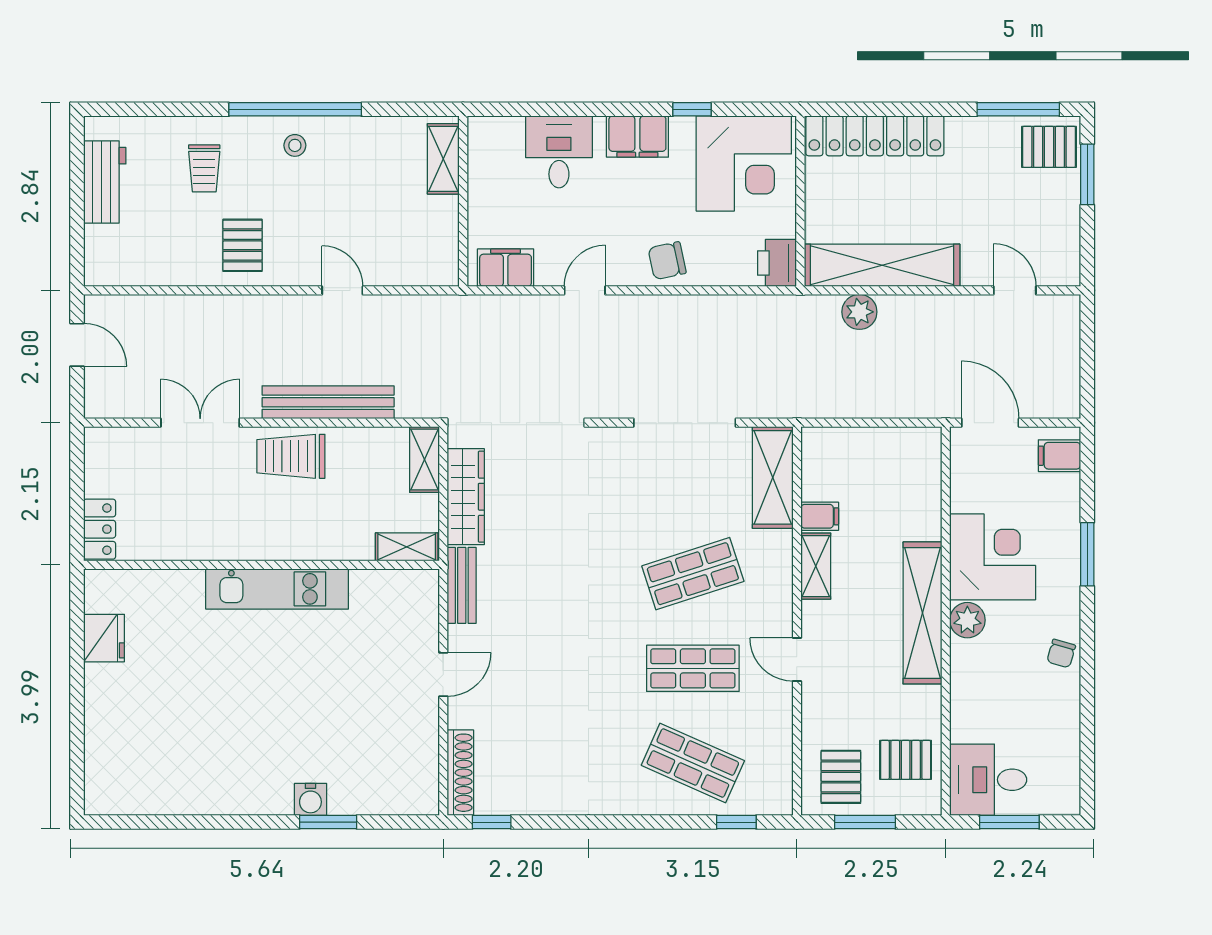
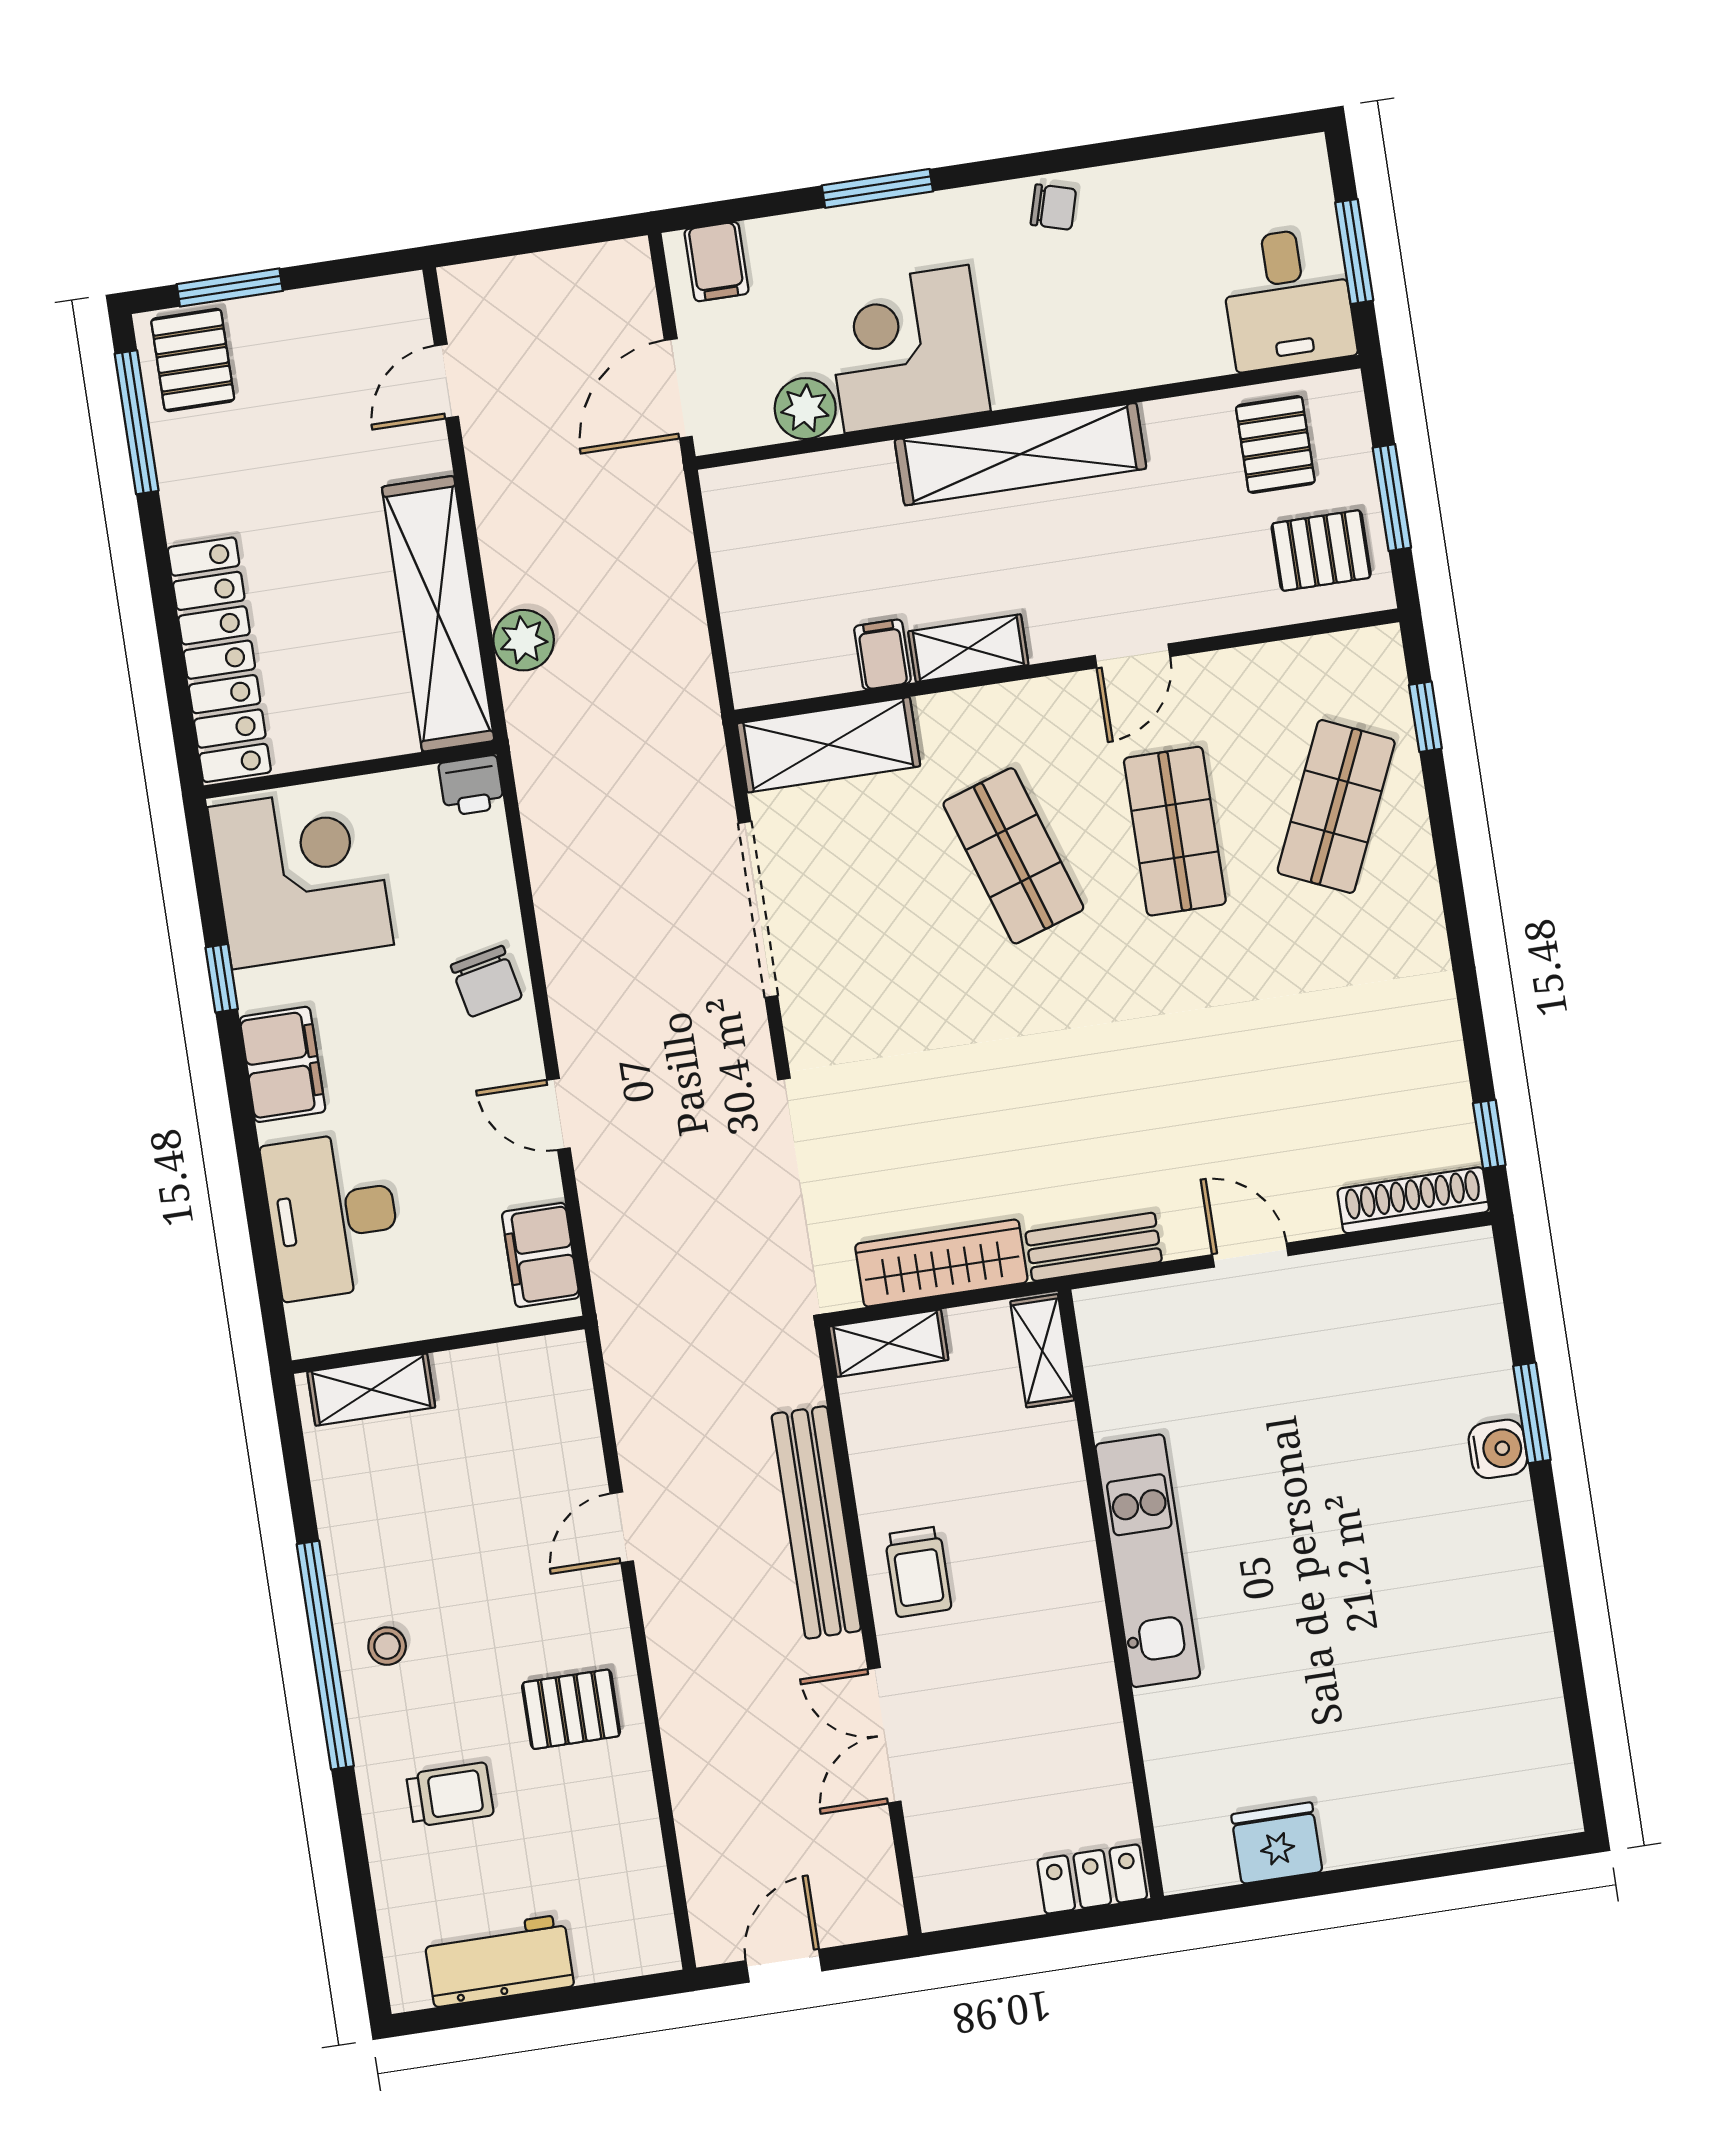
desk: (559, 152) -> (332, 1215), width x1.37
printer: (777, 263) -> (471, 786), width x0.73, depth x0.81
trolley: (291, 456) -> (918, 1572), width x0.73, depth x0.72
plant: (967, 620) -> (805, 409), moved

